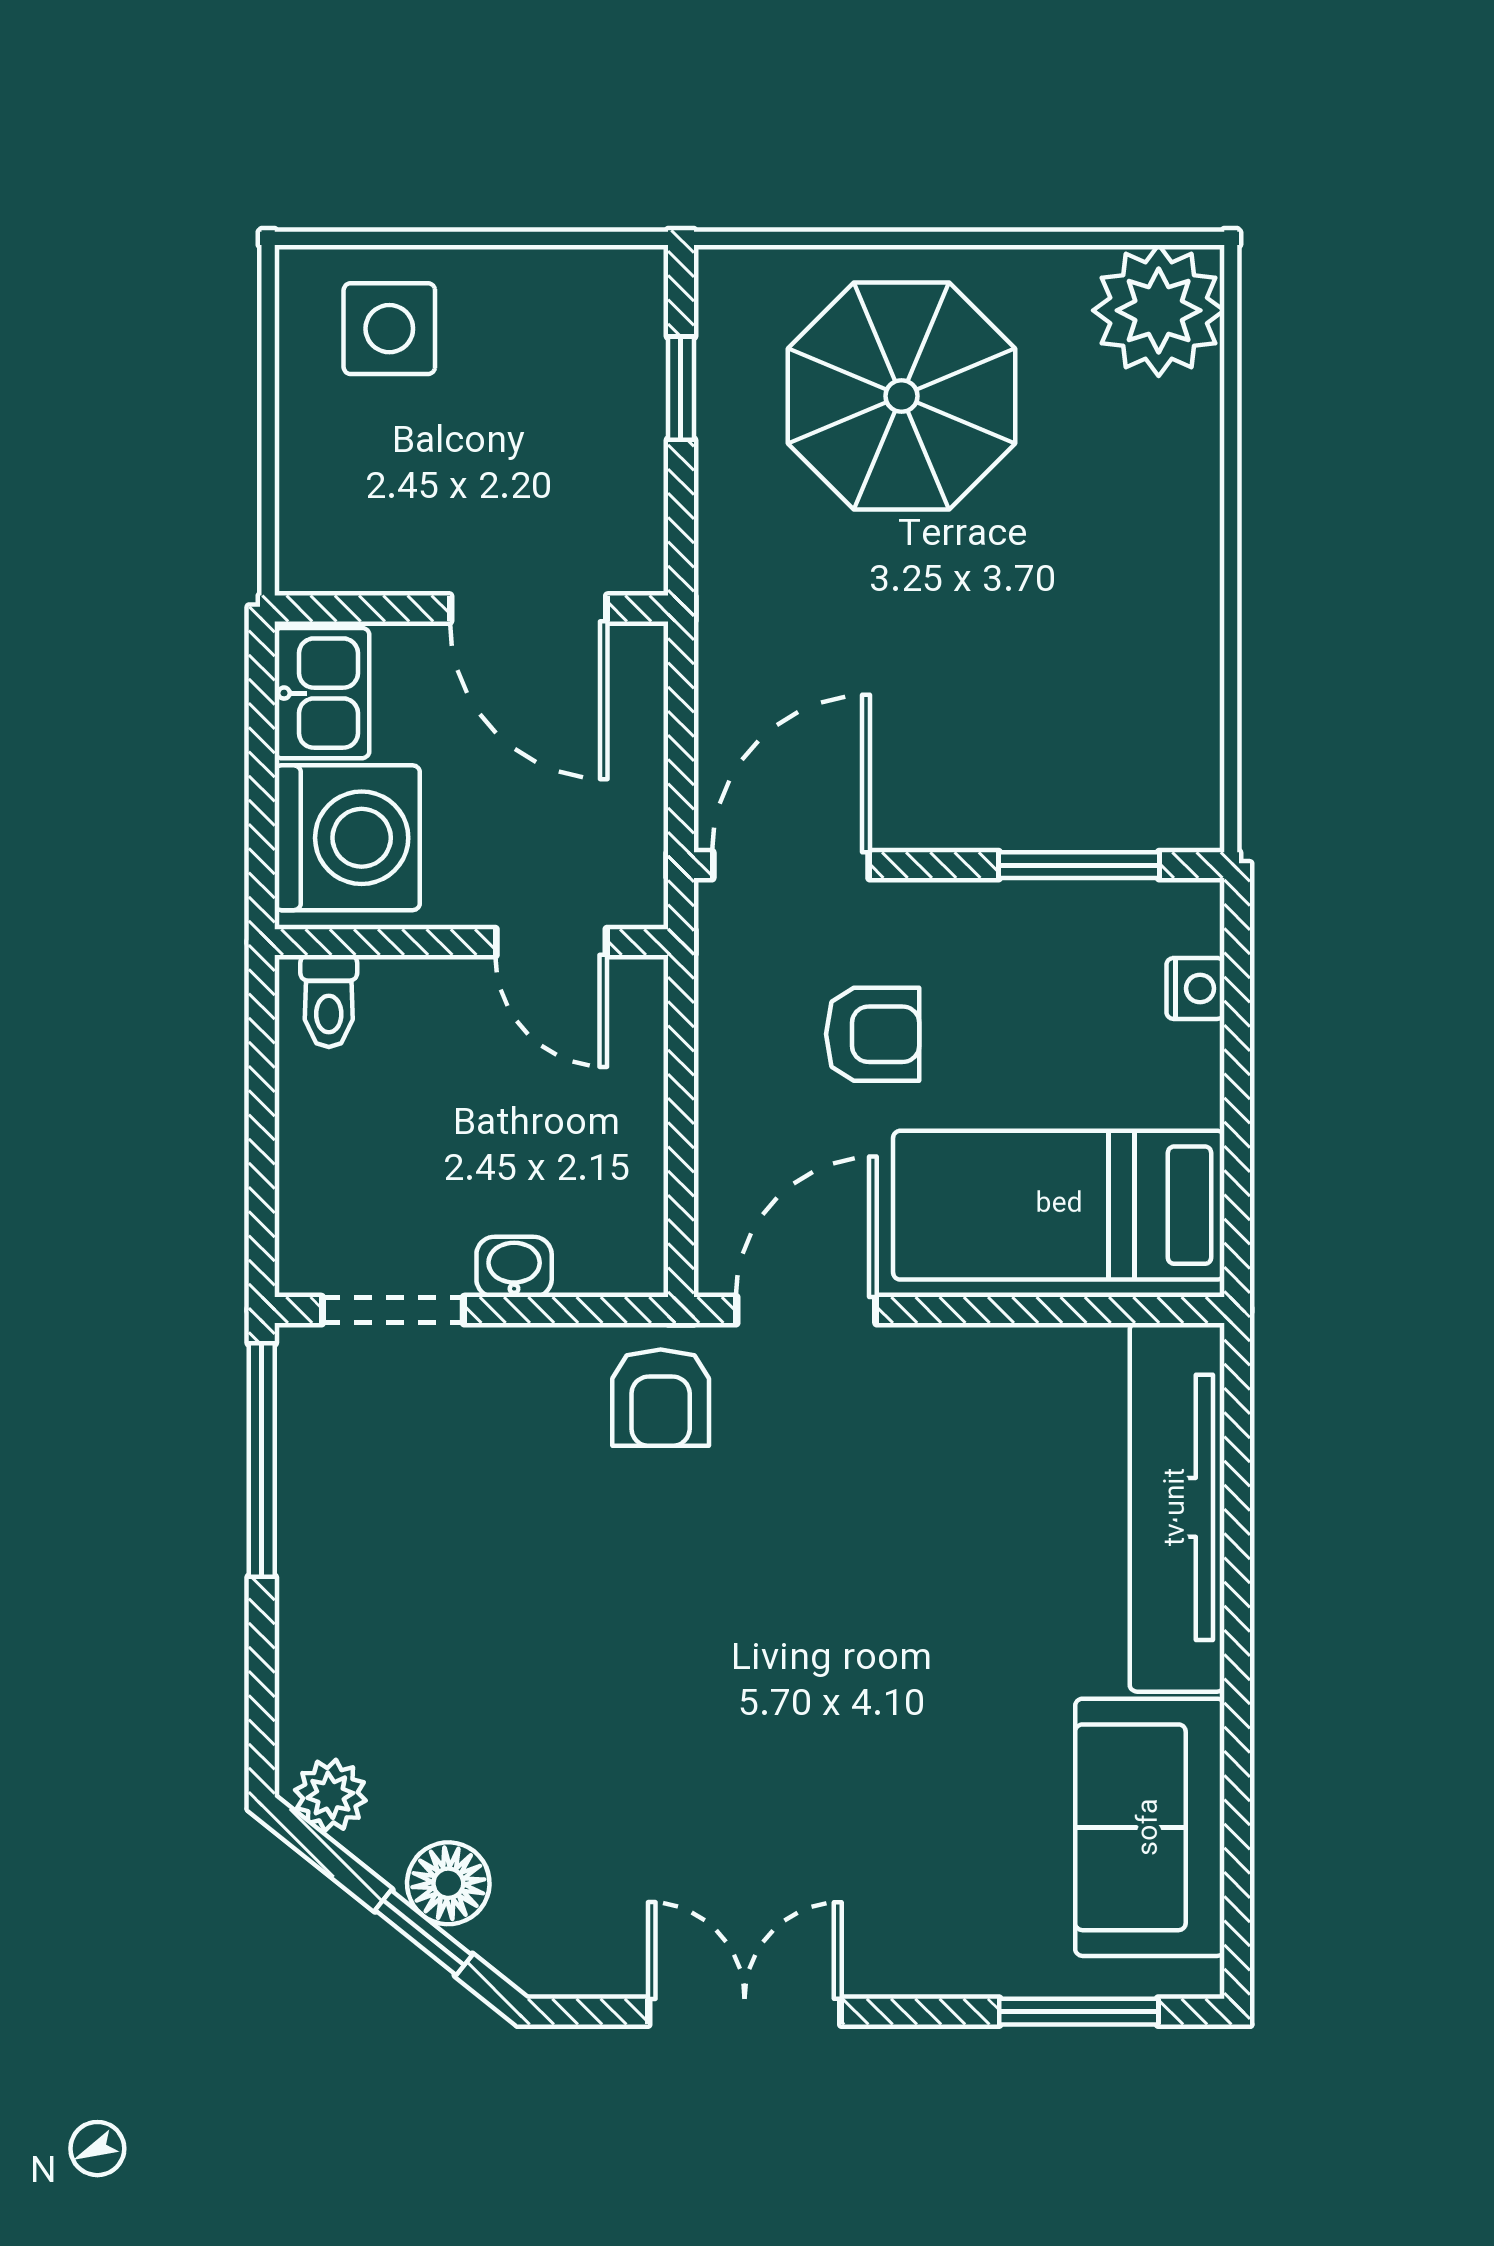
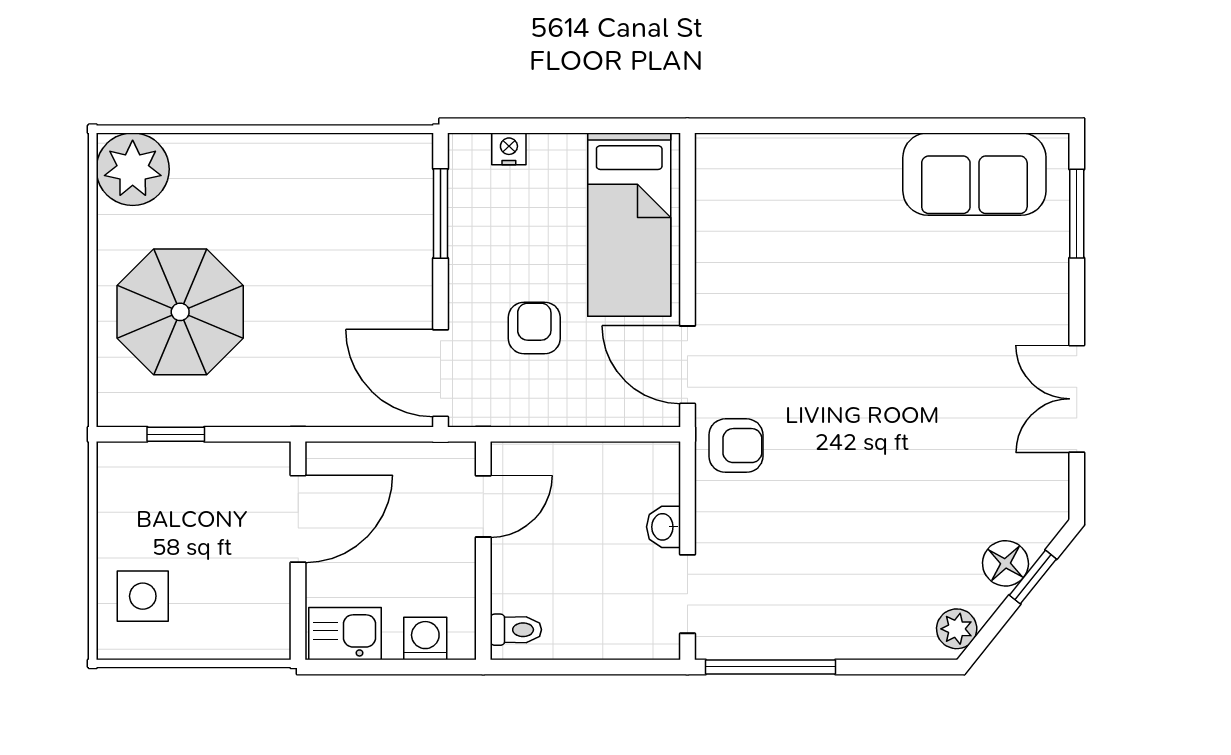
washing machine: (347, 838) -> (425, 638), width x0.53, depth x0.53
tv unit: (1177, 1507) -> (797, 159), removed

